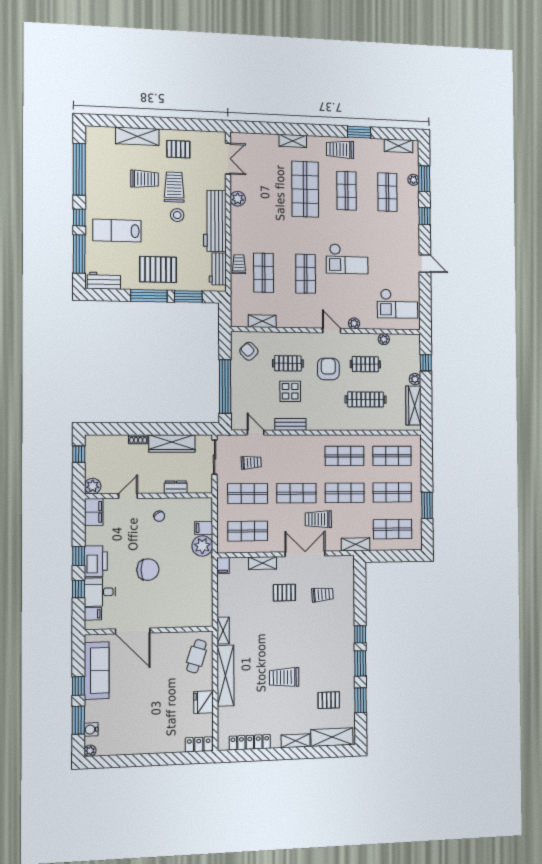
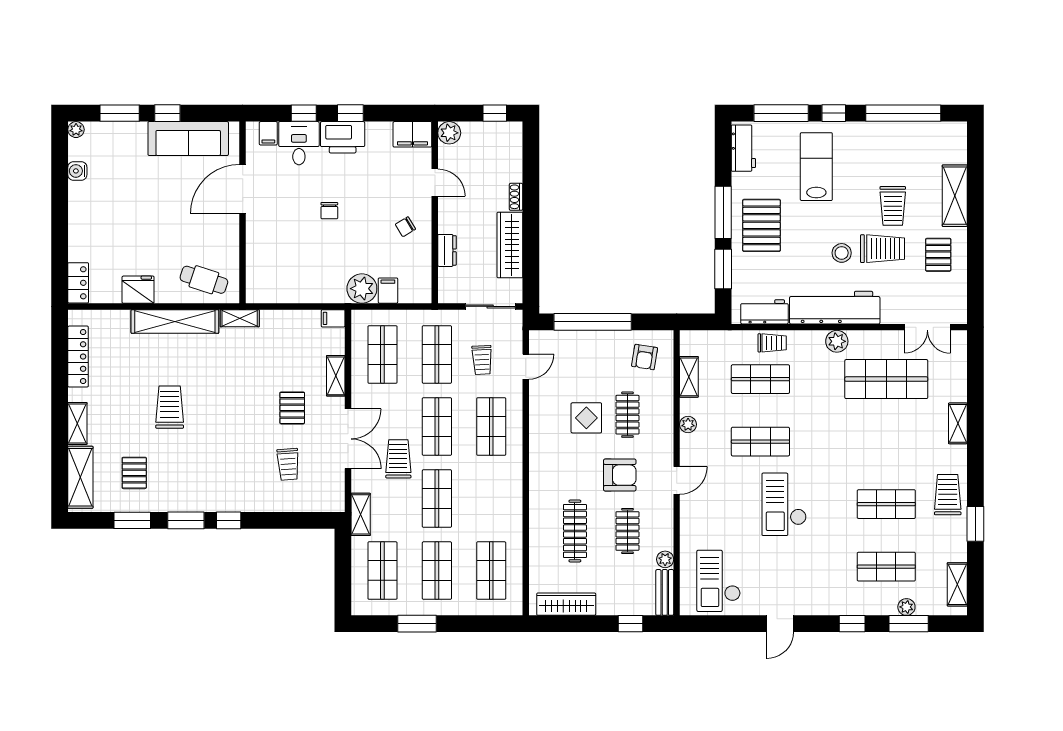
shop shelf: (305, 189) -> (886, 379), moved
plant: (238, 199) -> (837, 341), moved
plant: (354, 323) -> (688, 424), moved
armchair: (249, 351) -> (645, 357), turned 143
plant: (415, 379) -> (606, 607), removed
bench: (290, 424) -> (665, 592), moved
shop shelf: (344, 456) -> (491, 426), moved
chair: (148, 570) -> (329, 211), width x0.54, depth x0.54
water cooler: (91, 729) -> (77, 171), moved, turned -90

